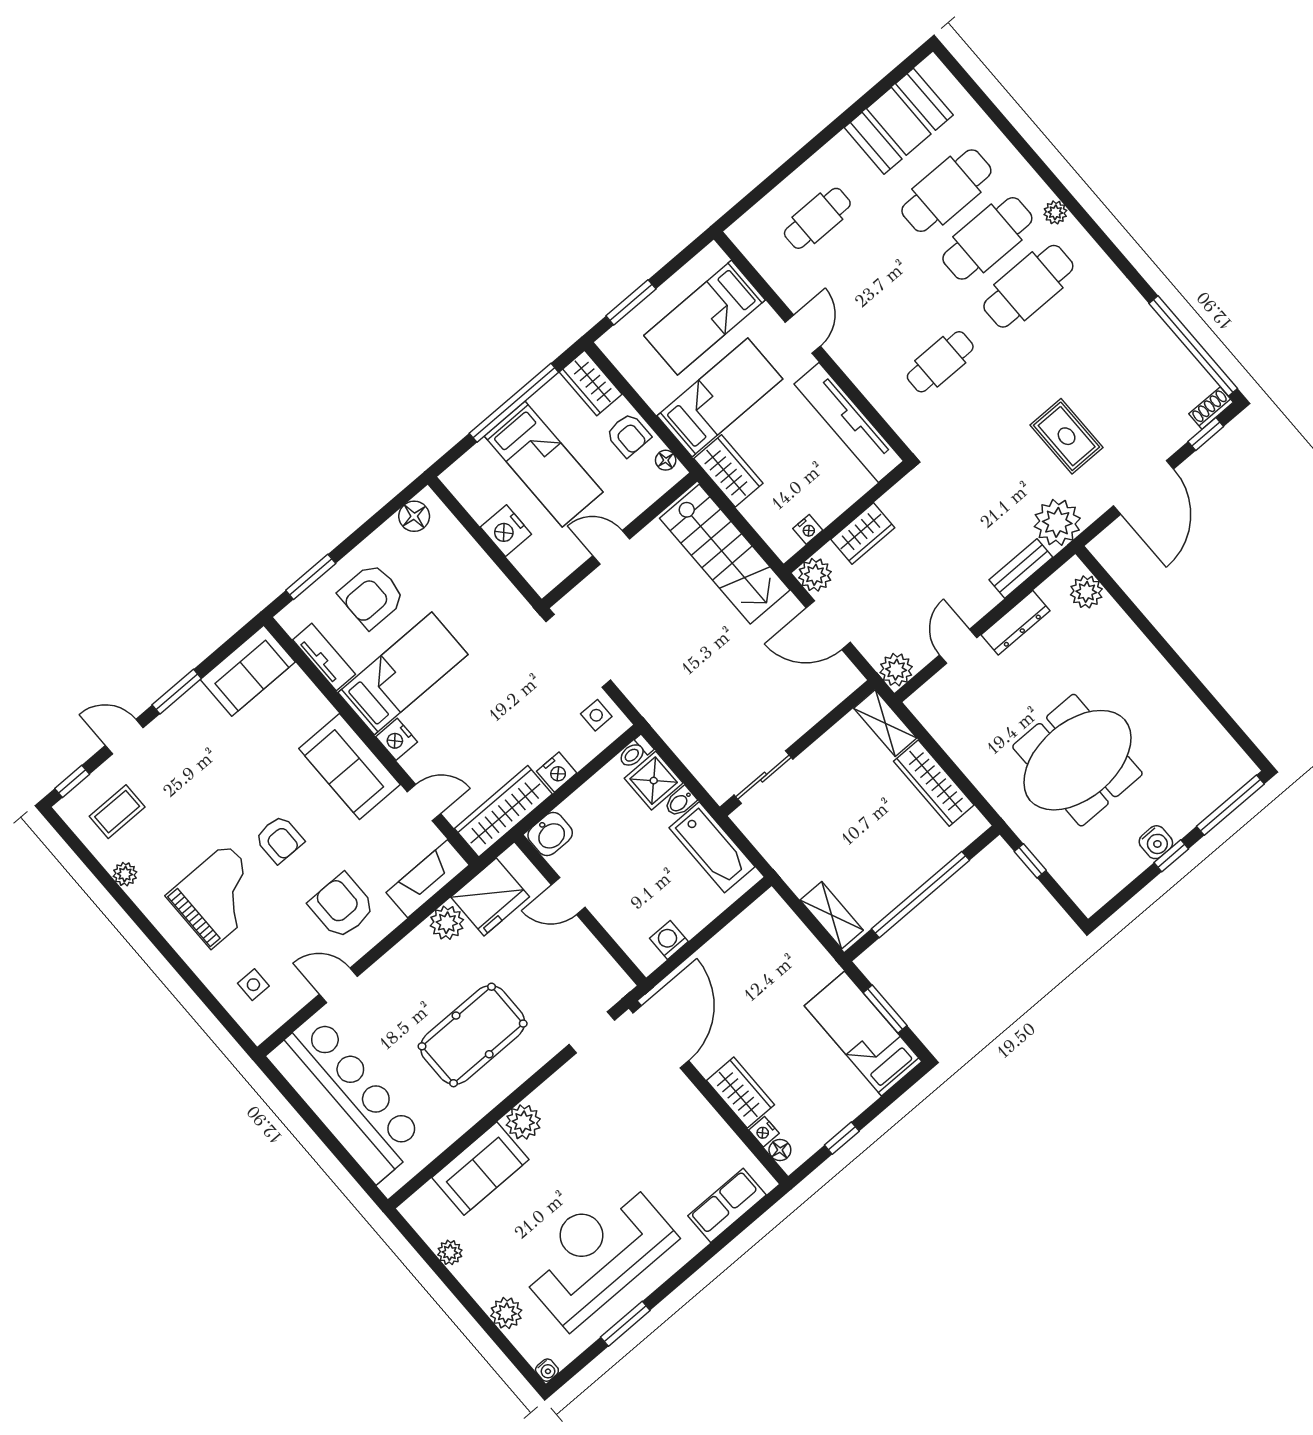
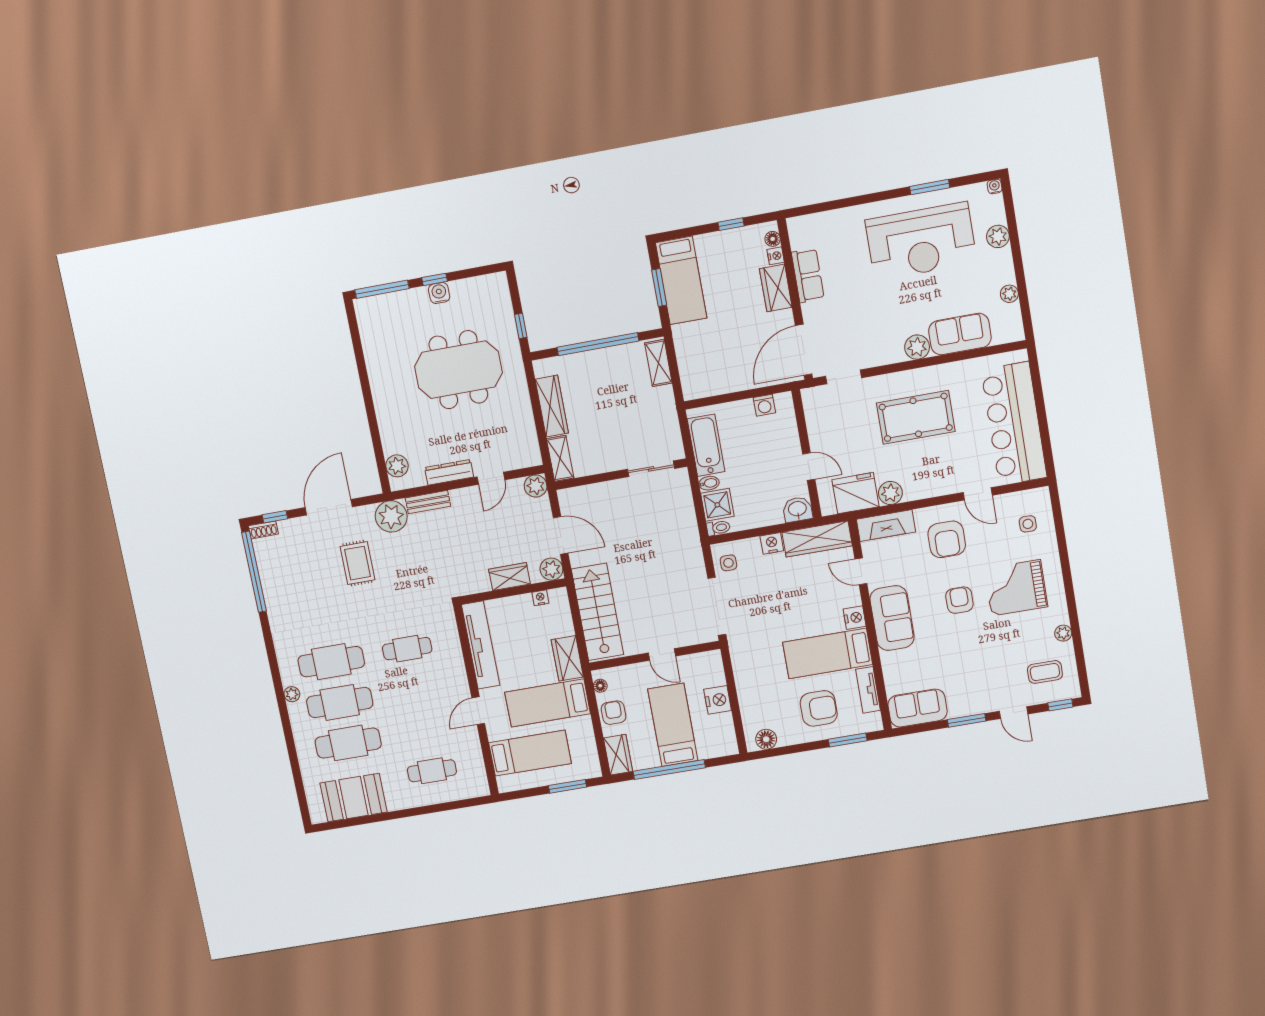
row of seats: (727, 1205) -> (808, 275), moved, turned -90

